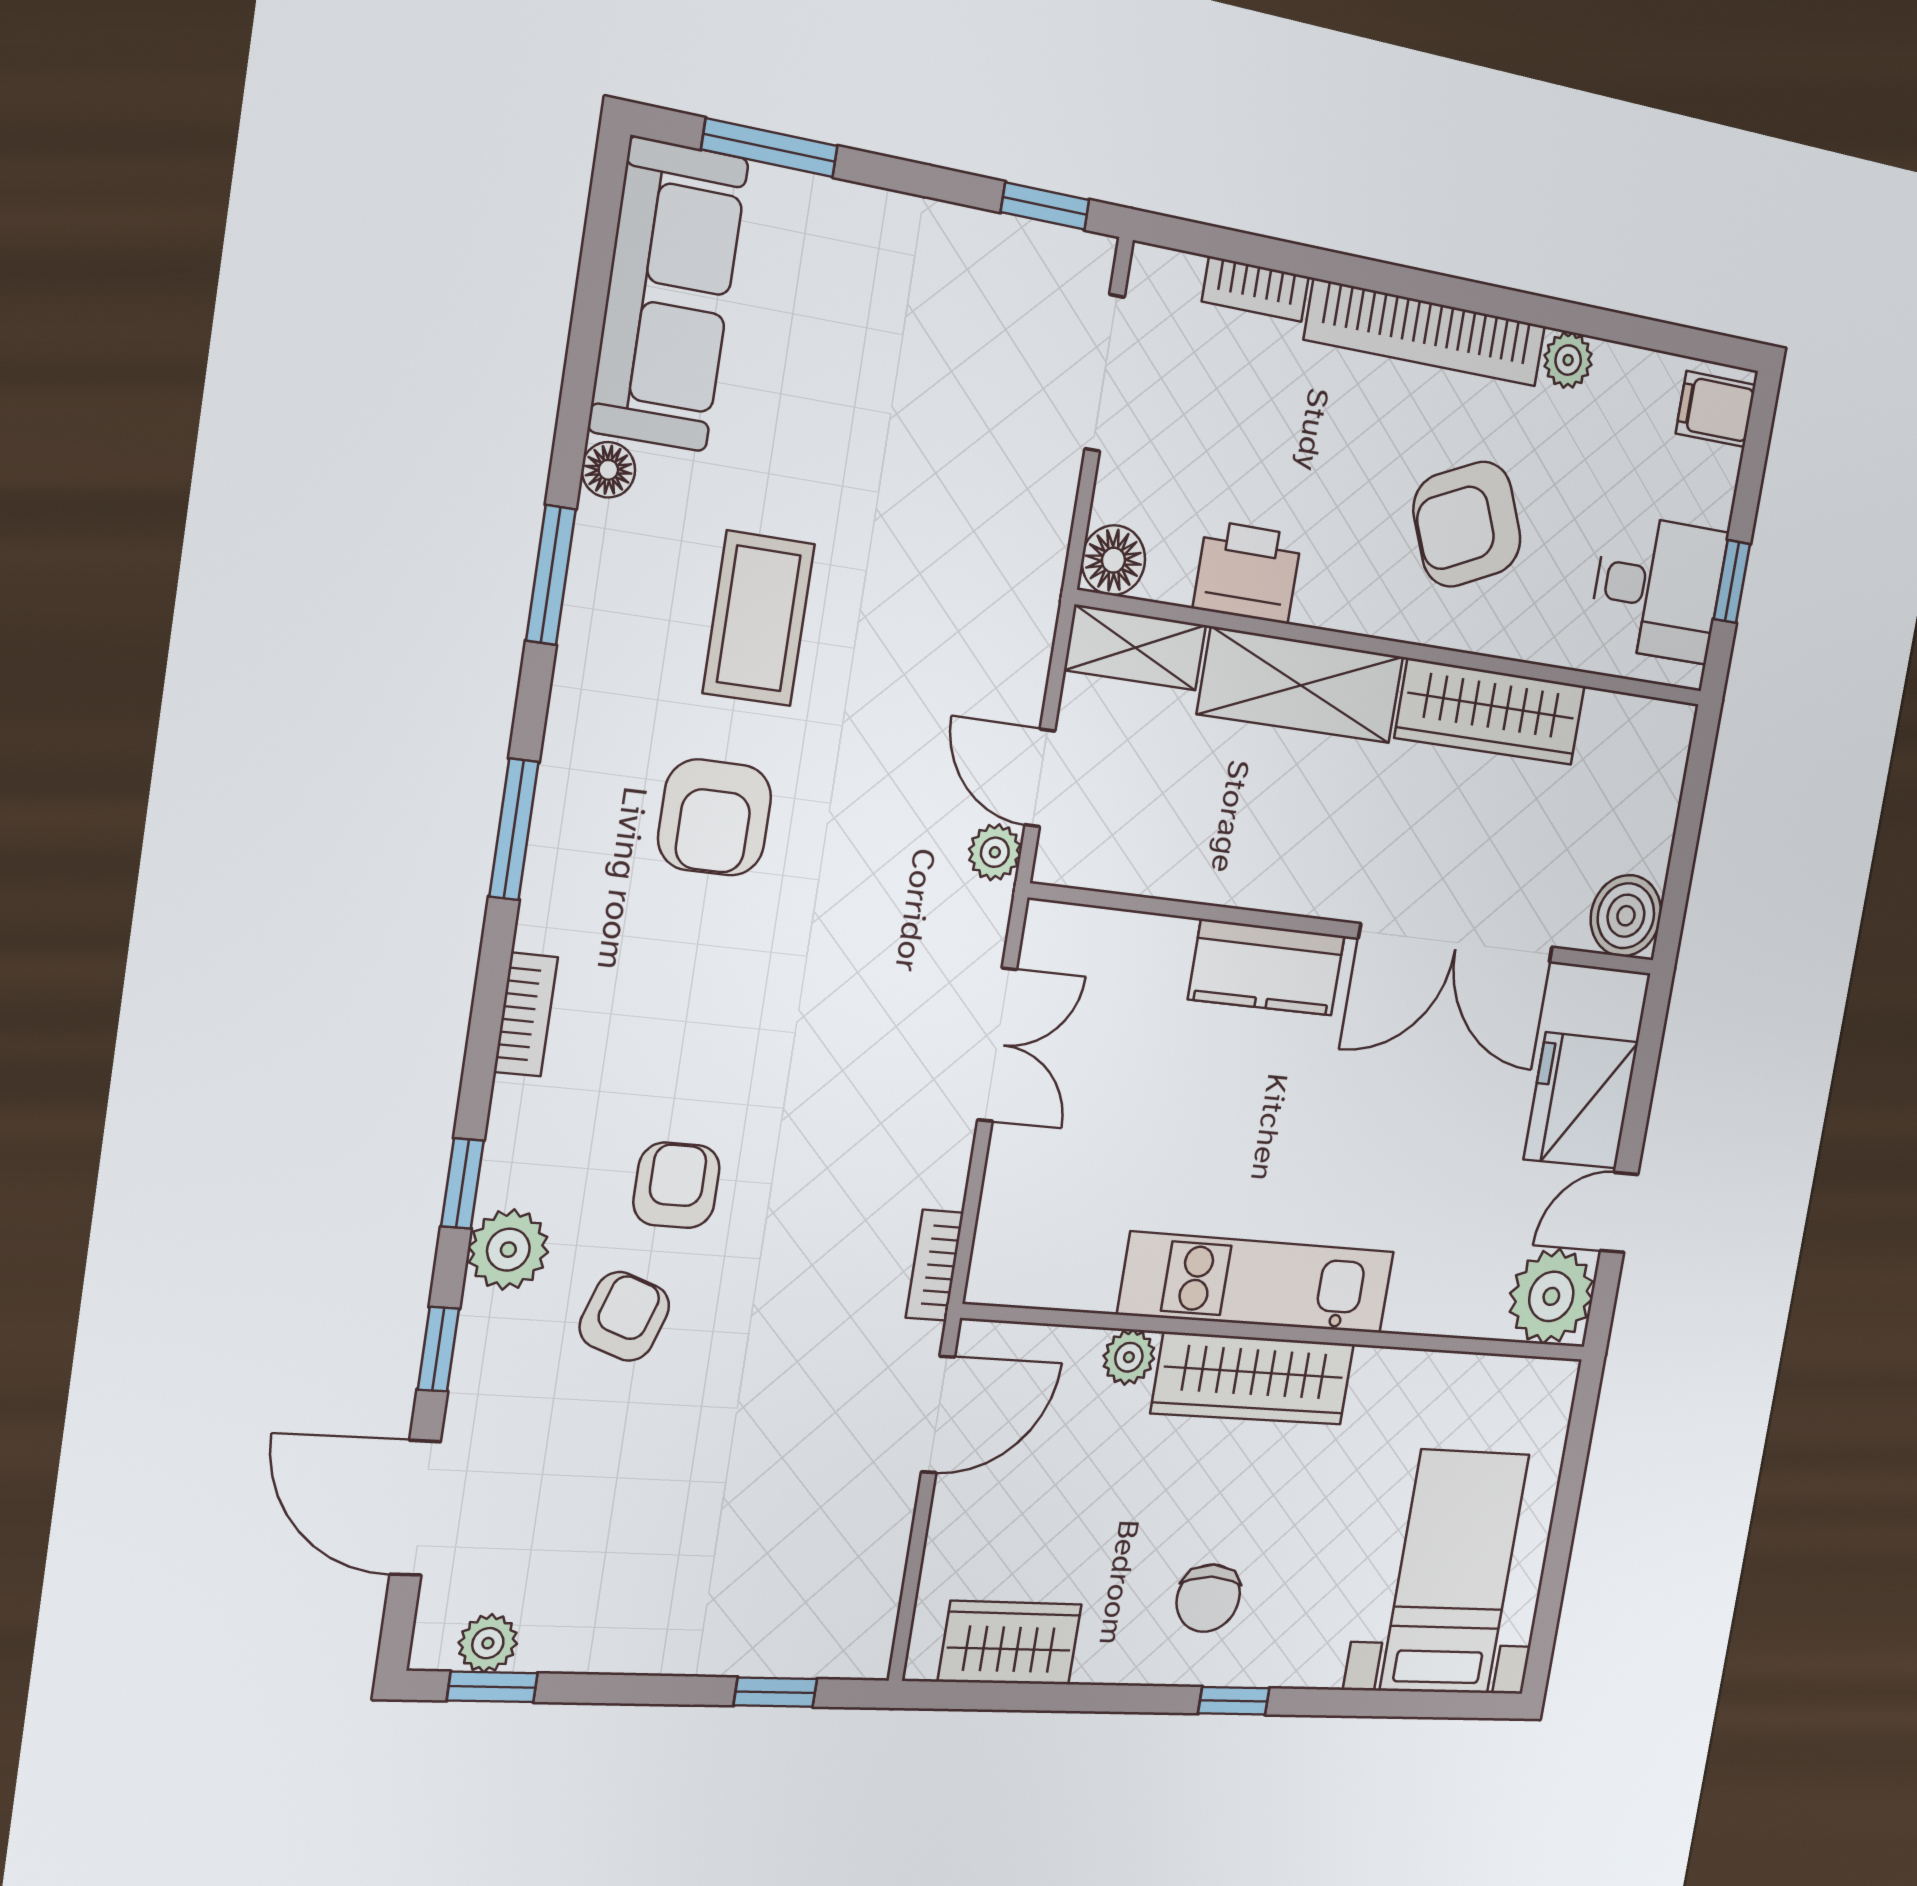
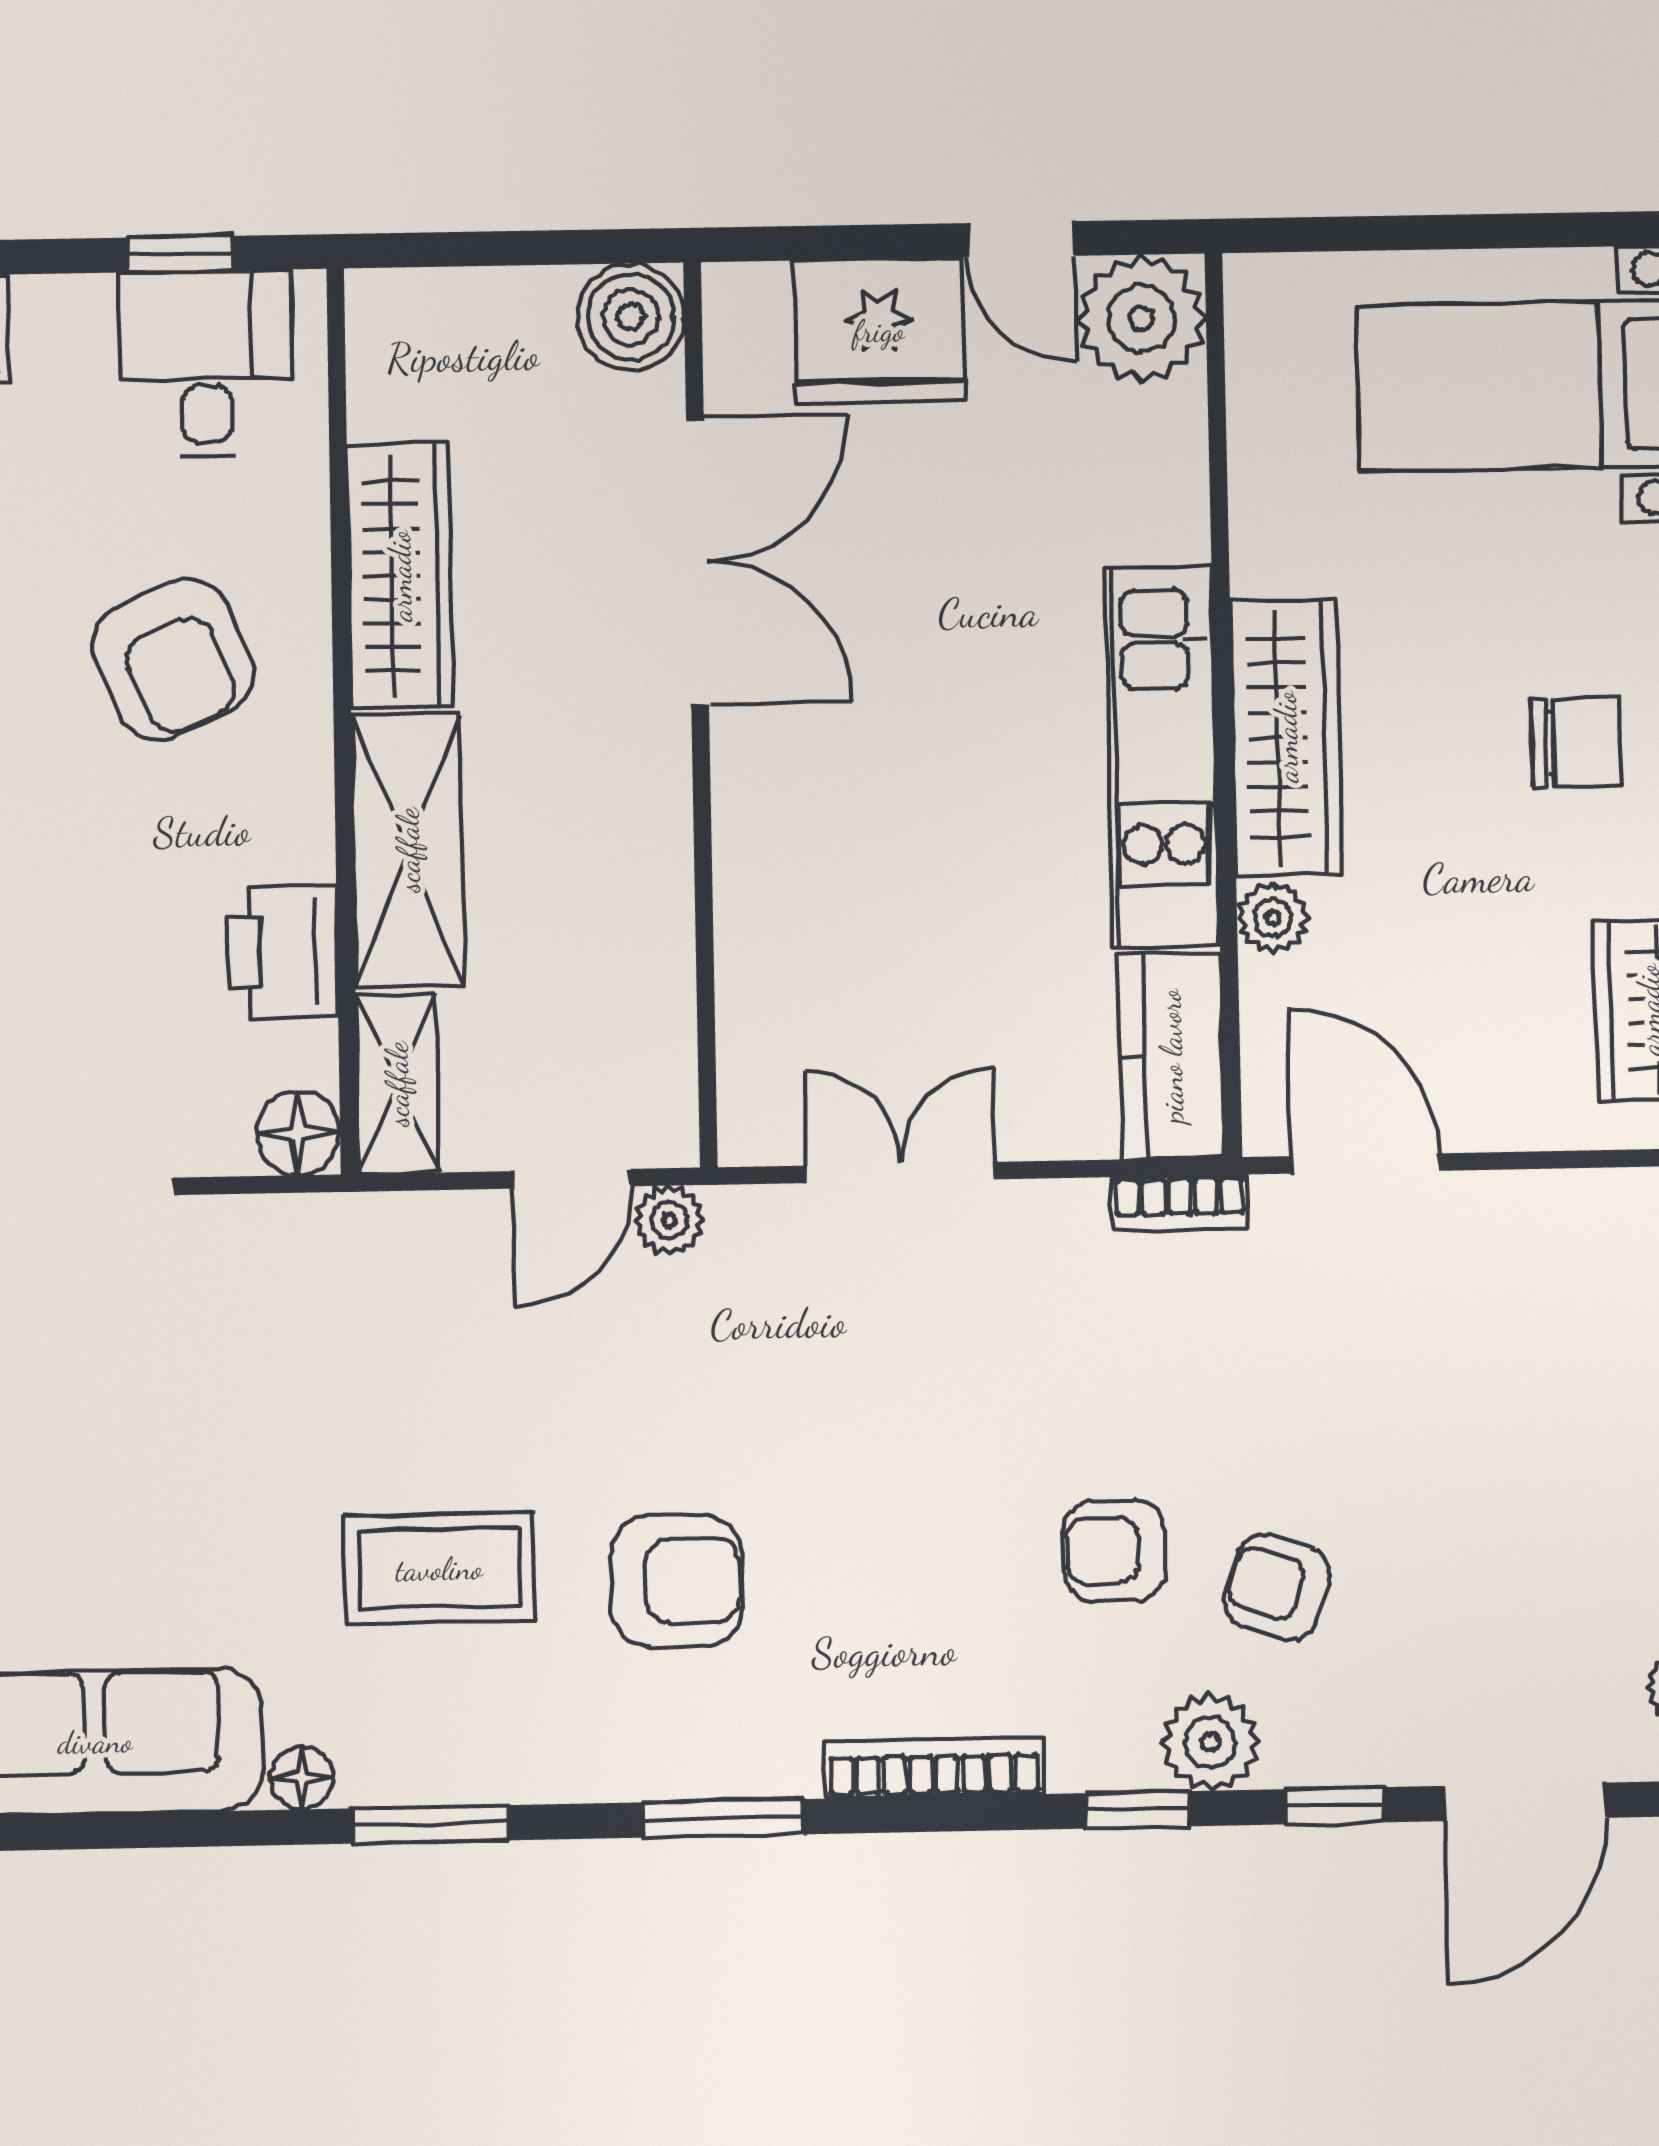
kitchen counter: (1267, 967) -> (1171, 1056), moved, turned 180
bookcase: (526, 1015) -> (934, 1768), width x1.56

